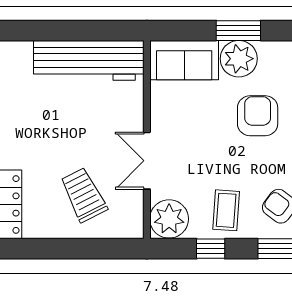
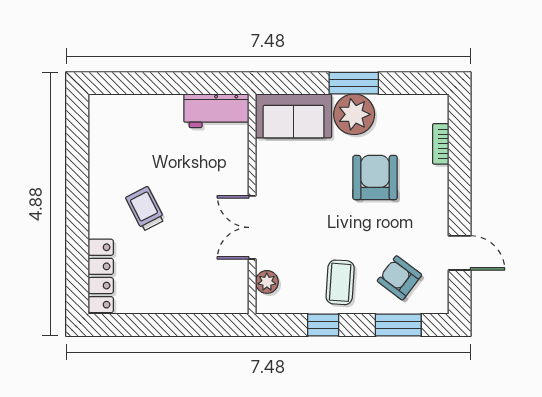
workbench: (89, 60) -> (216, 111), width x0.53, depth x0.76
trolley: (84, 195) -> (145, 209), moved, width x0.73, depth x0.72
plant: (169, 219) -> (267, 282), width x0.53, depth x0.53

